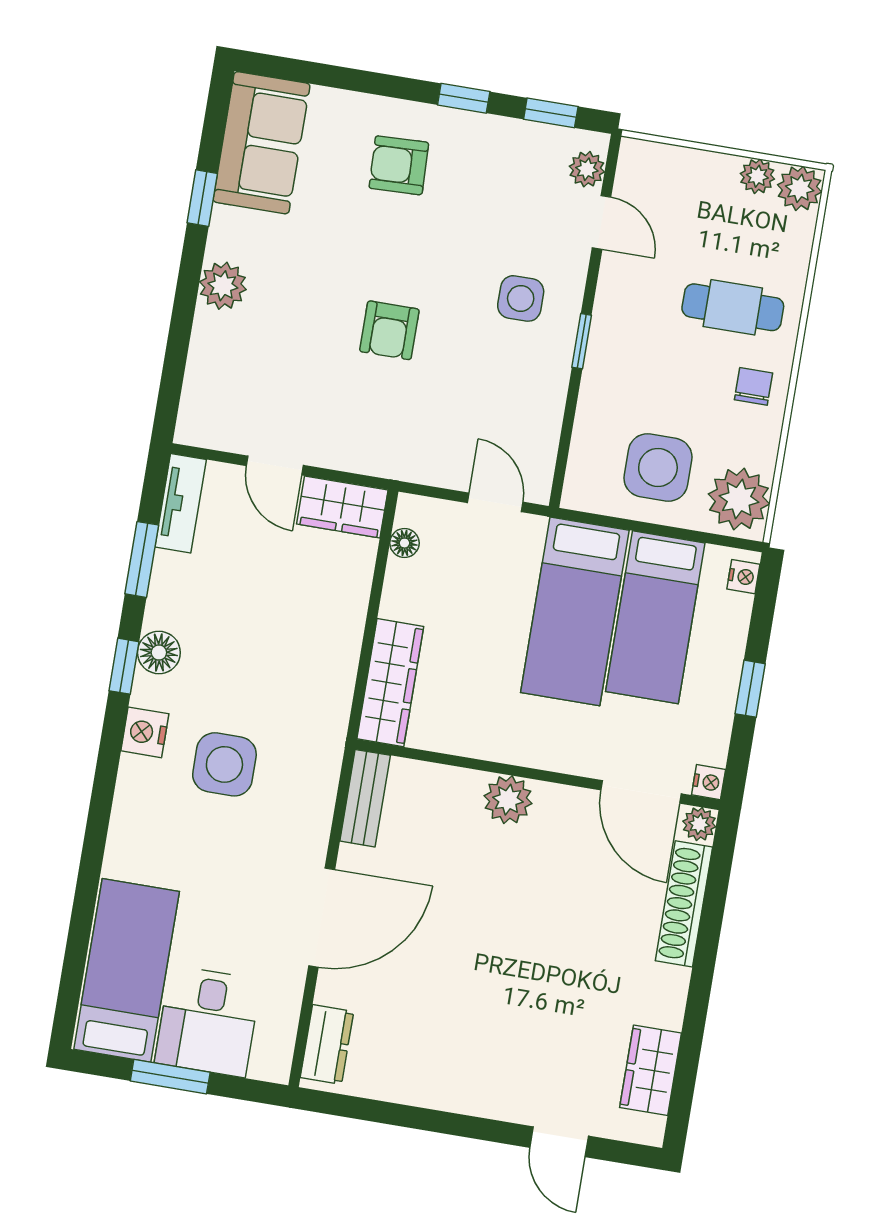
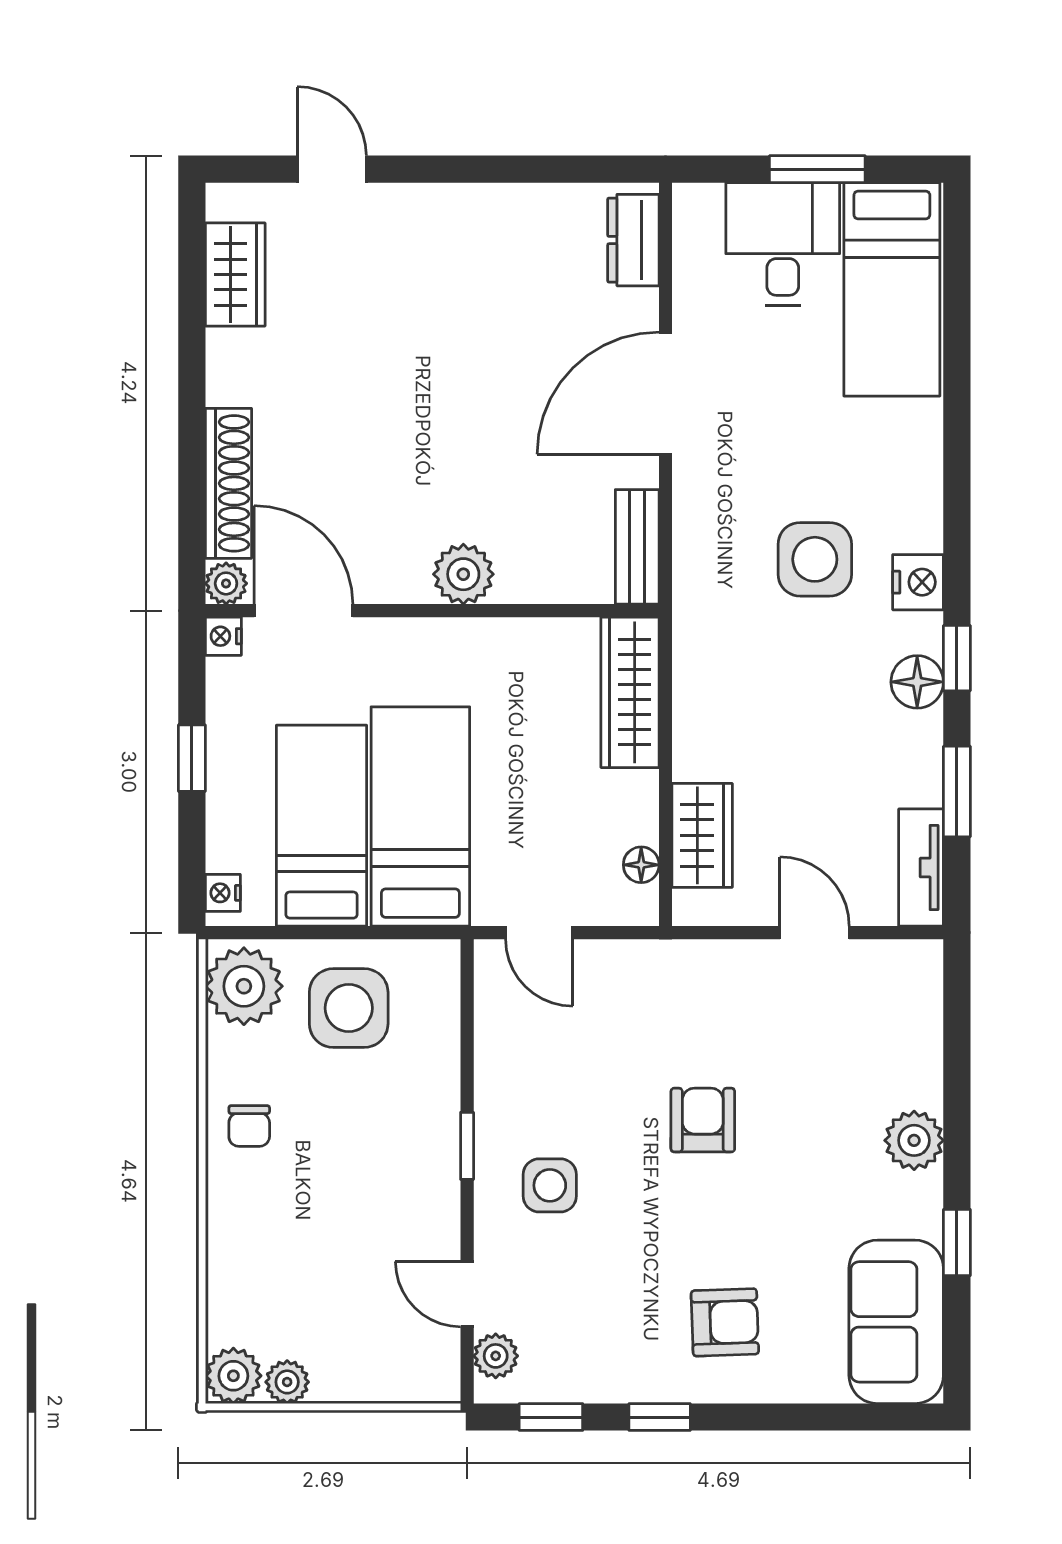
cafe table: (733, 307) -> (290, 1218), removed
wardrobe: (342, 507) -> (702, 835), moved, turned 90

